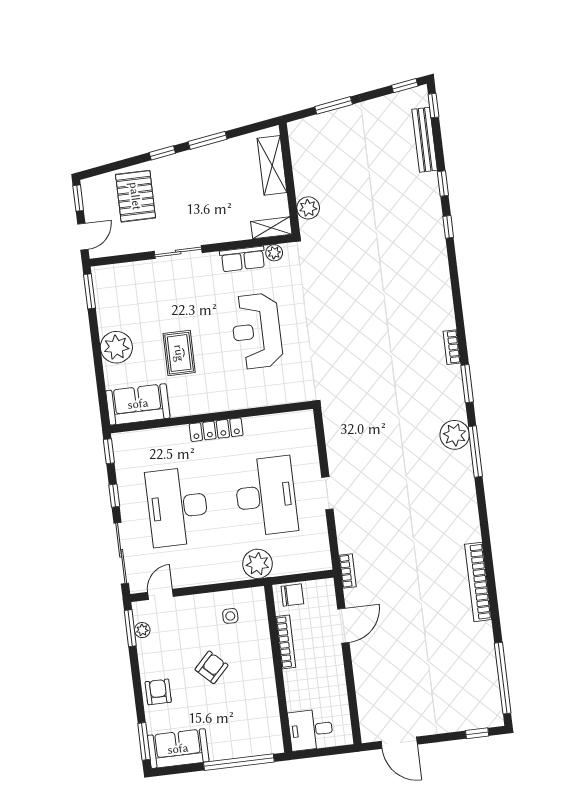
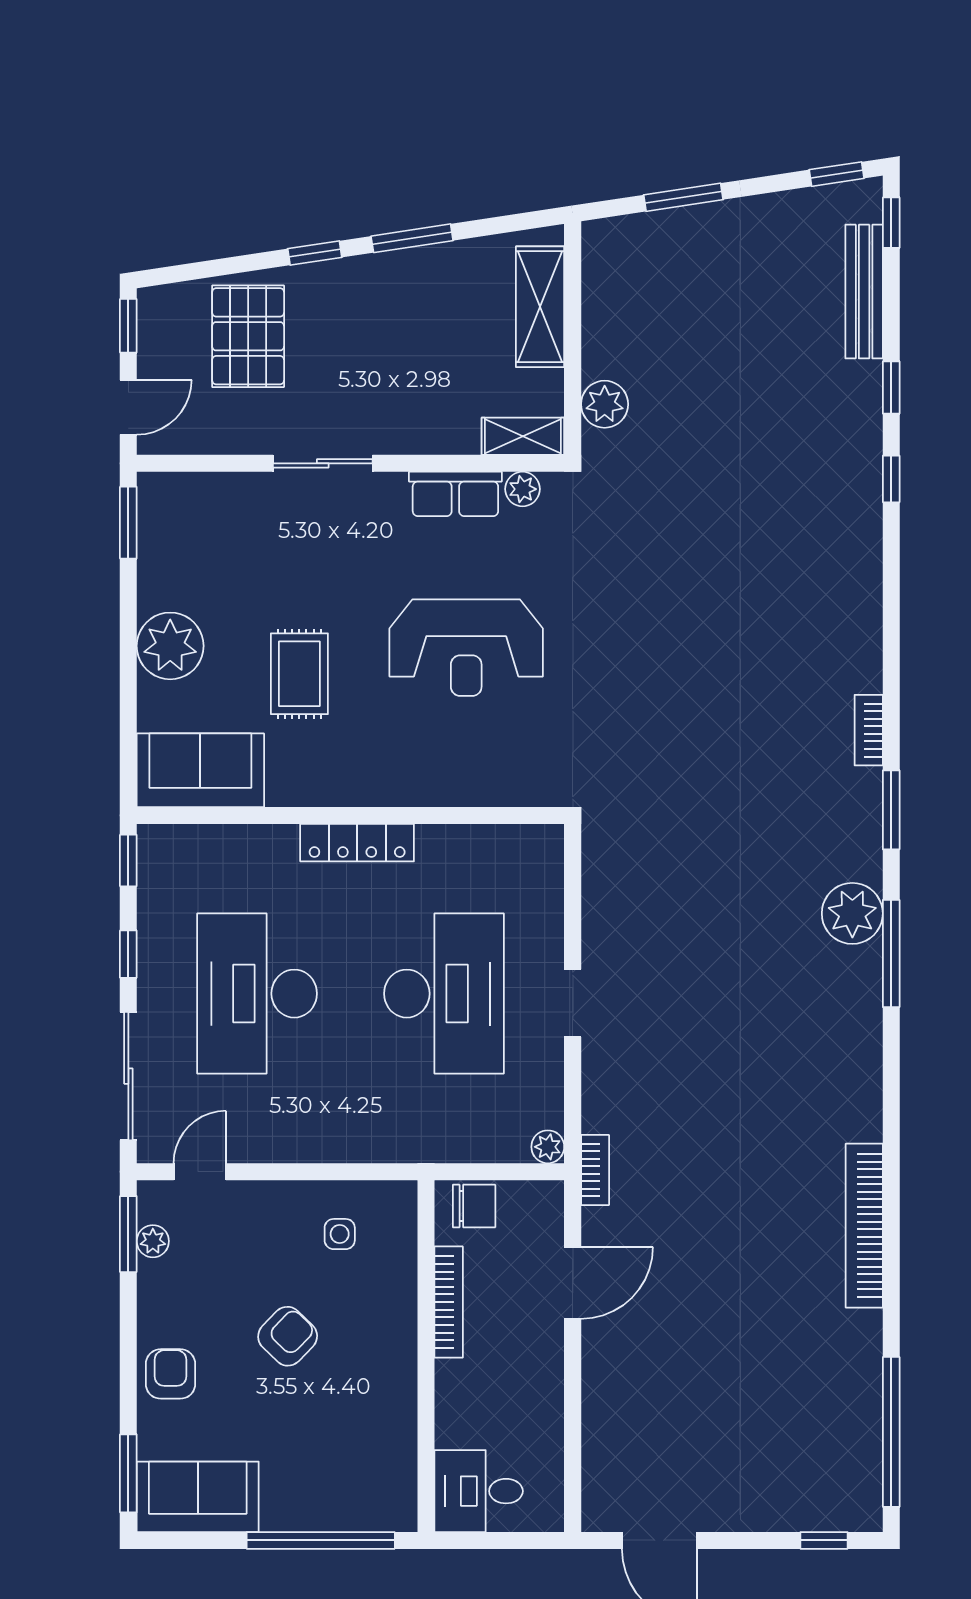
reception desk: (257, 331) -> (466, 648), turned -90
plant: (257, 564) -> (548, 1147), moved, width x0.53, depth x0.53

